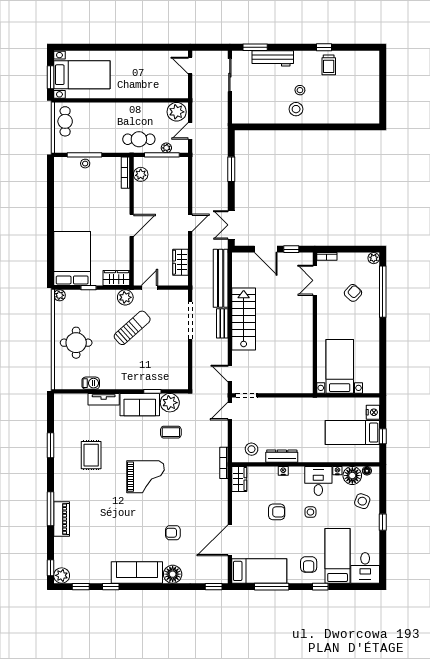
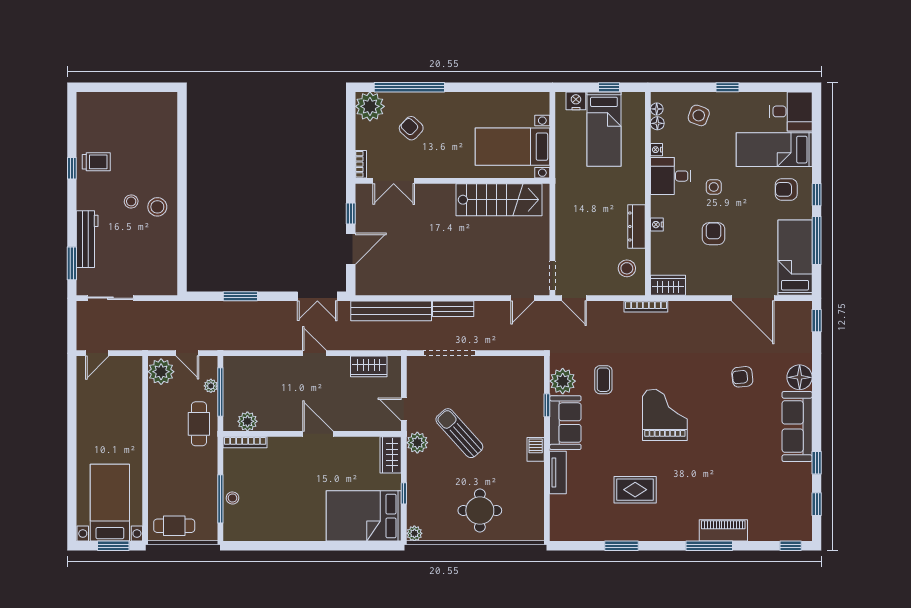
plant: (374, 258) -> (370, 106), width x1.88, depth x1.88
stairs: (244, 319) -> (499, 200), moved, turned 180
barbecue: (91, 383) -> (536, 449), moved
floor lamp: (352, 476) -> (657, 123), width x0.53, depth x0.53
armchair: (173, 533) -> (742, 377), turned 84
armchair: (309, 565) -> (786, 189), turned 180
plant: (62, 575) -> (801, 530), removed
window: (320, 587) -> (817, 195), moved

